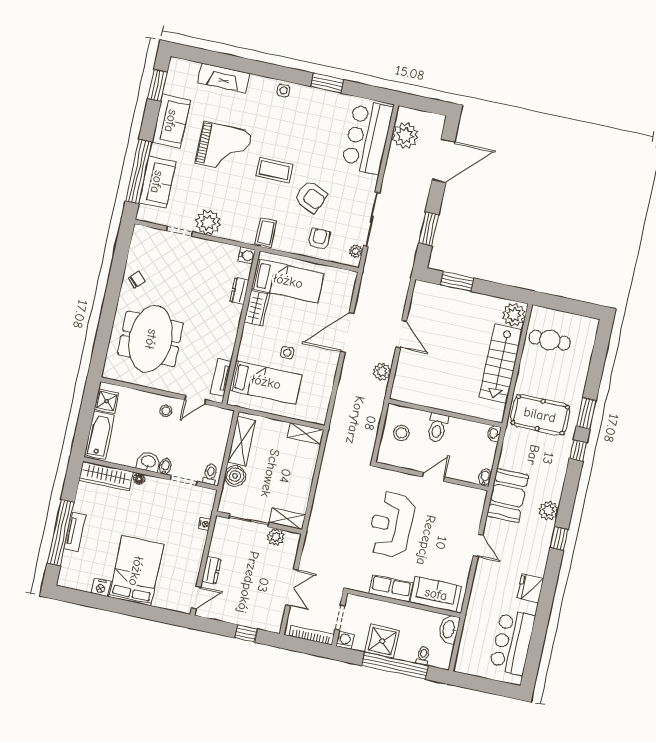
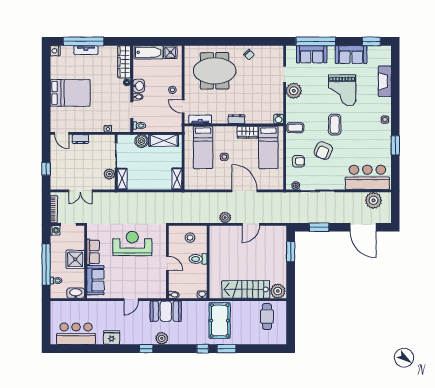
dresser: (239, 291) -> (236, 119), moved
nightstand: (101, 587) -> (55, 51), moved
shower: (382, 641) -> (75, 259), moved

